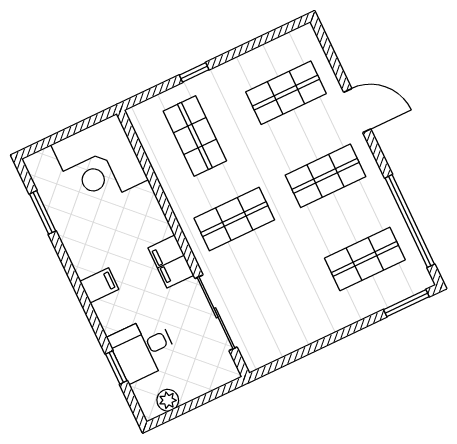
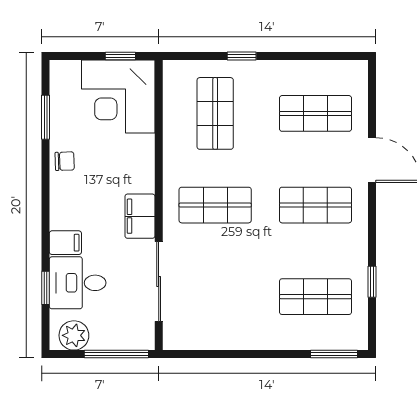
window: (84, 125) -> (120, 56), added
window: (410, 221) -> (372, 282), width x0.32
chair: (79, 244) -> (65, 161), added
filing cabinet: (99, 285) -> (65, 243), moved
window: (209, 397) -> (116, 354), added
plant: (168, 400) -> (74, 335), width x1.38, depth x1.38

